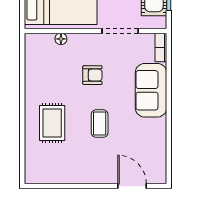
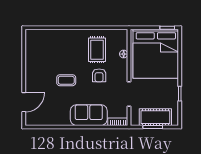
rug: (52, 123) -> (97, 50), moved, turned 90

